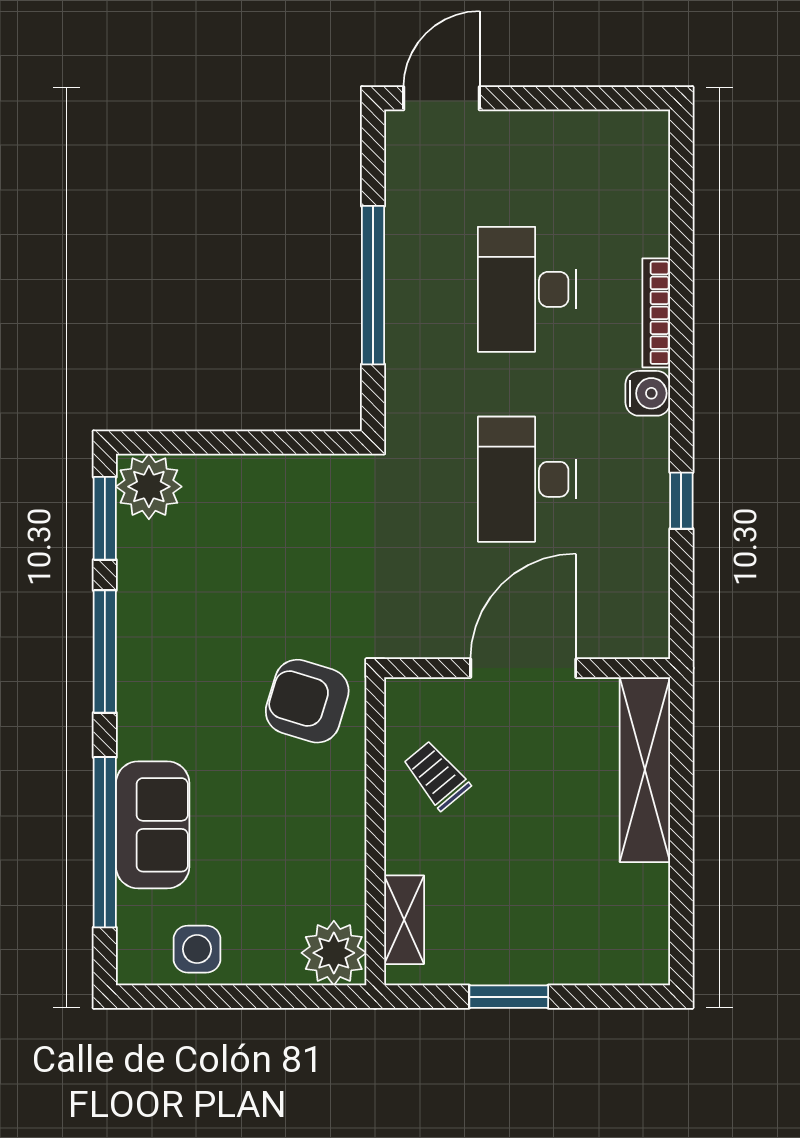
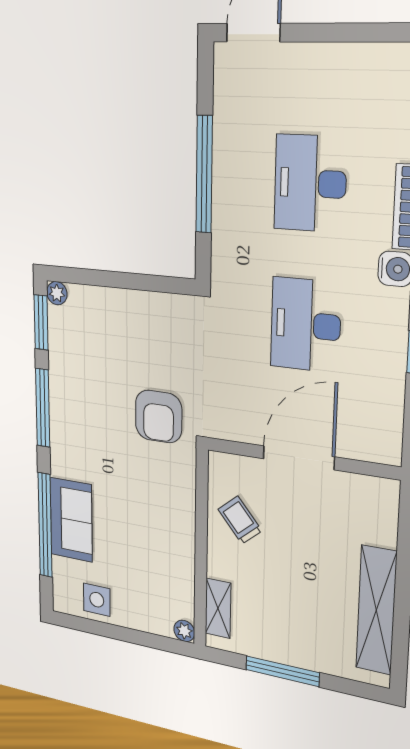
plant: (149, 487) -> (57, 293), width x0.53, depth x0.53
armchair: (307, 701) -> (159, 417), moved, turned -107
shelving: (645, 770) -> (376, 610), moved
plant: (334, 953) -> (184, 631), width x0.53, depth x0.53
window: (509, 997) -> (282, 671), width x1.44

